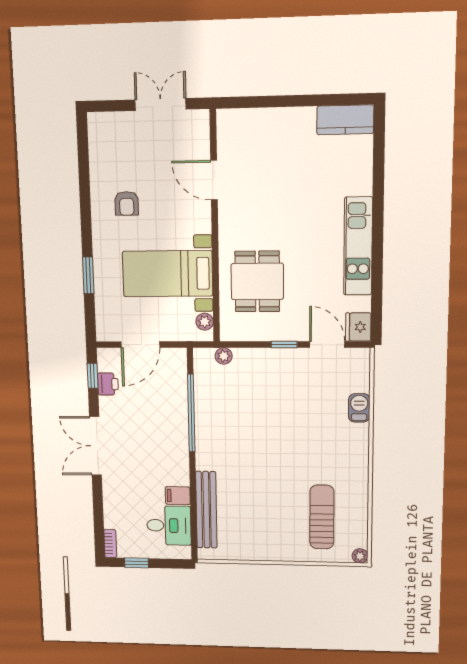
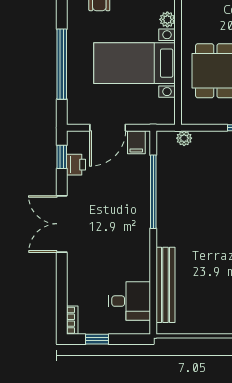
window: (88, 275) -> (62, 64), width x2.11
plant: (205, 322) -> (167, 19), moved
filing cabinet: (178, 496) -> (136, 142), moved, turned -90

